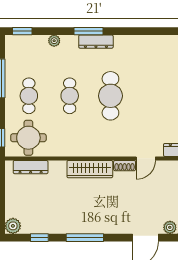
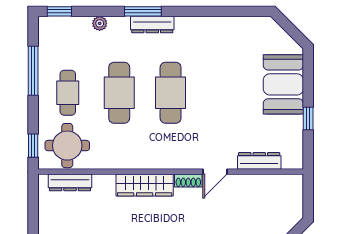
cafe table: (70, 96) -> (119, 93), width x1.37, depth x1.35

